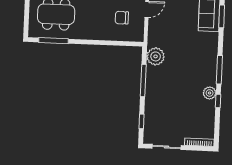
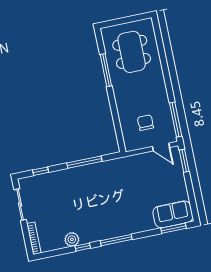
window: (54, 41) -> (106, 70), moved
plant: (156, 56) -> (113, 169), removed
plant: (210, 93) -> (72, 239), moved

